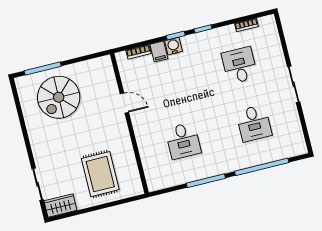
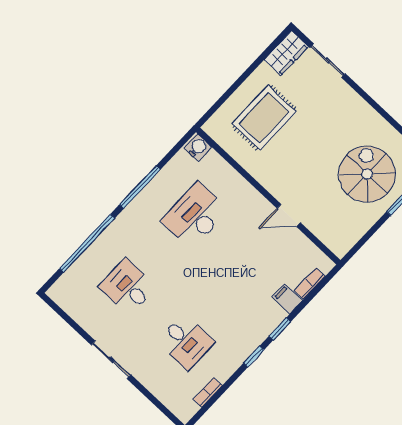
water cooler: (173, 46) -> (198, 147), moved, turned -90
desk: (183, 141) -> (195, 216), width x1.37
rug: (100, 174) -> (264, 118), turned 90

